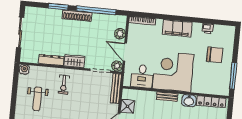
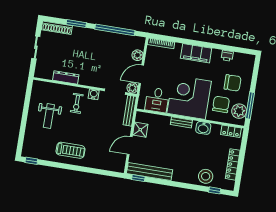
shoe rack: (77, 16) -> (57, 28), moved
sliding door: (20, 32) -> (36, 47), width x0.73
door: (125, 52) -> (141, 74), hinge flipped
wardrobe: (74, 61) -> (89, 80), removed
water cooler: (24, 69) -> (94, 94), moved
chair: (205, 77) -> (221, 104), added
plant: (223, 82) -> (239, 111), added
locker: (211, 102) -> (231, 131), width x0.66

